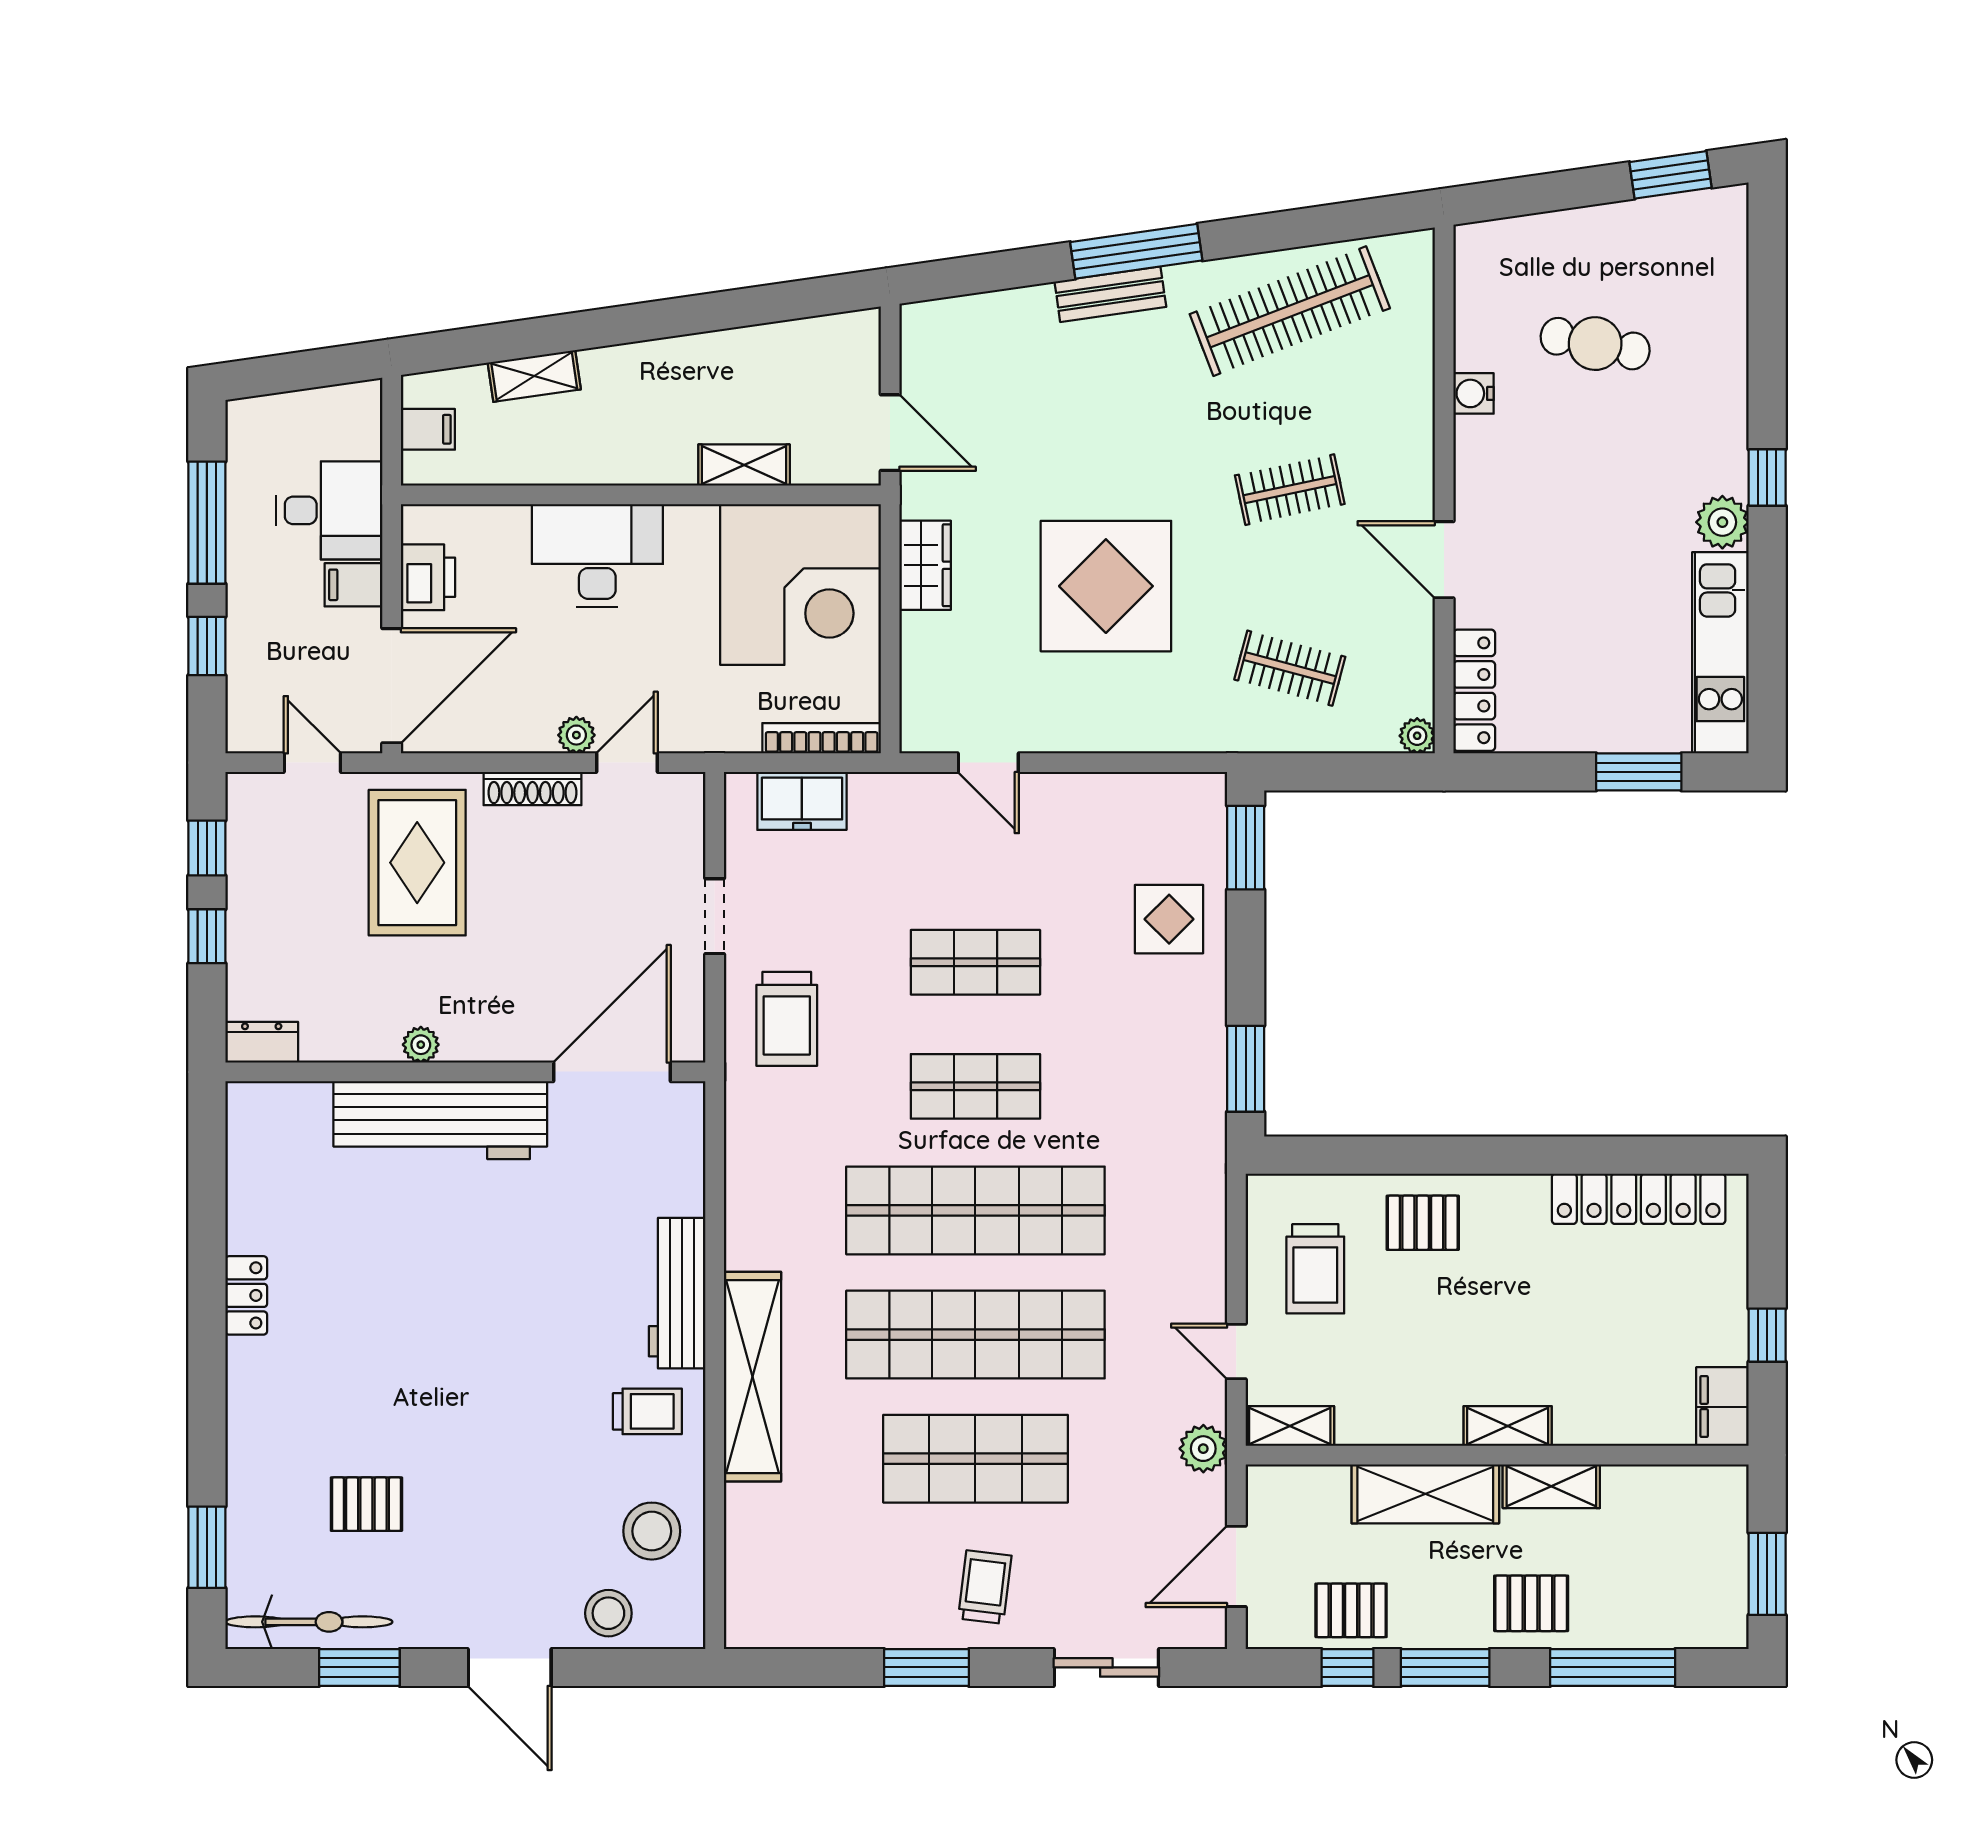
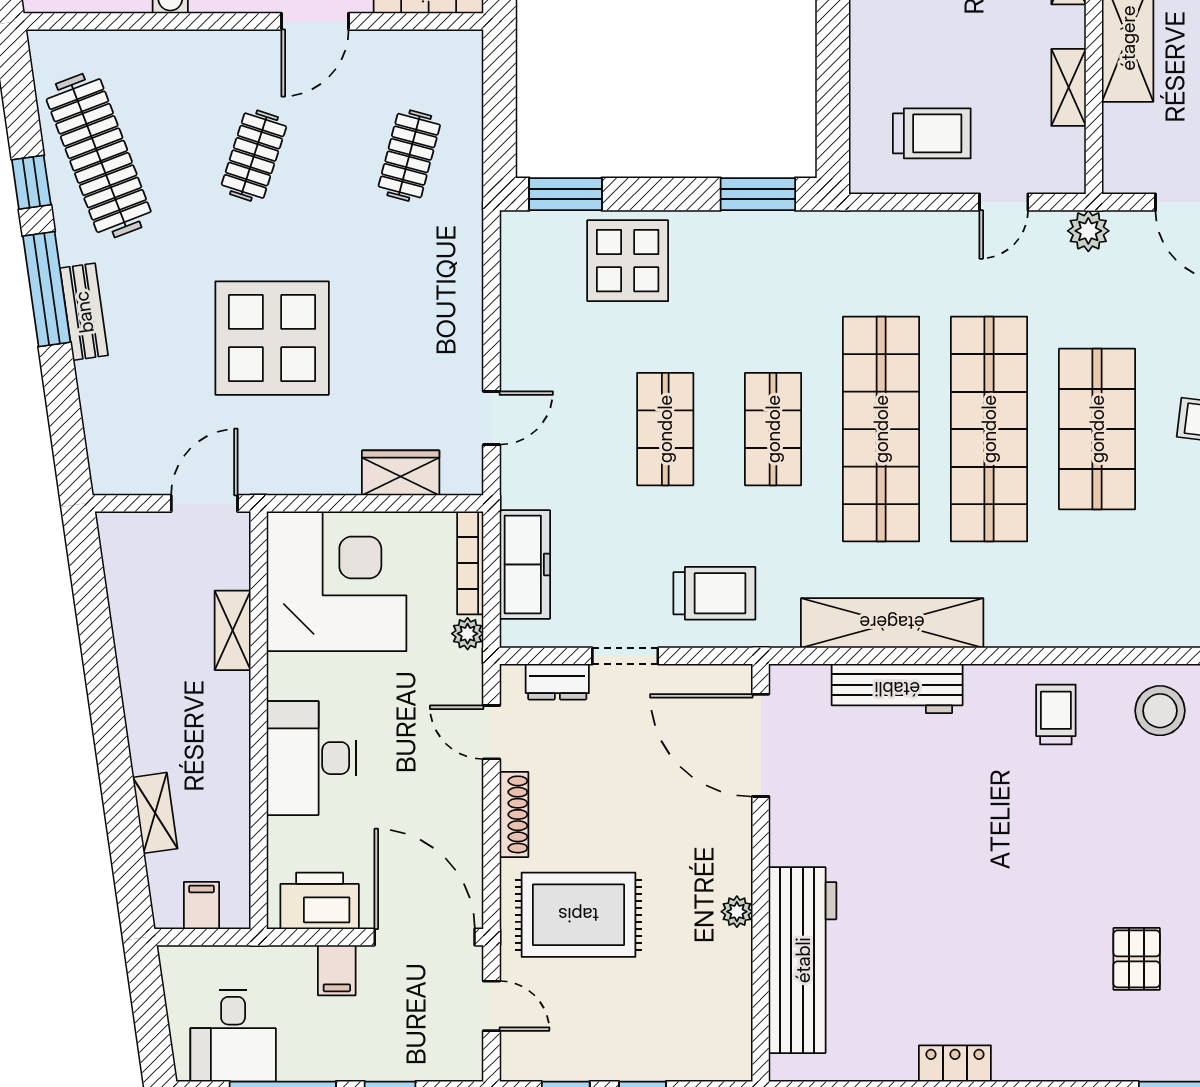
window: (1259, 234) -> (31, 182), added
clothes rail: (1290, 490) -> (254, 156), turned 30
desk: (329, 510) -> (233, 1036), moved, turned 180
wardrobe: (925, 565) -> (401, 473), moved
printer: (428, 577) -> (320, 901), width x1.37, depth x1.19
display table: (1106, 586) -> (272, 338), moved
plant: (576, 735) -> (468, 634), moved
plant: (1417, 736) -> (468, 45), removed
door: (312, 763) -> (492, 1006), swing flipped
freezer: (802, 801) -> (525, 564), width x1.40
display table: (1169, 919) -> (628, 261), width x1.36, depth x1.36
dresser: (262, 1042) -> (557, 682), moved, turned -90
workbench: (440, 1120) -> (803, 960), moved
pallet: (1423, 1223) -> (892, 40), removed
workbench: (677, 1293) -> (897, 689), moved
shelving: (752, 1377) -> (892, 623), moved
shelving: (1290, 1426) -> (1069, 87), moved

